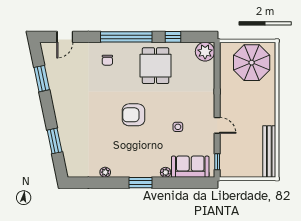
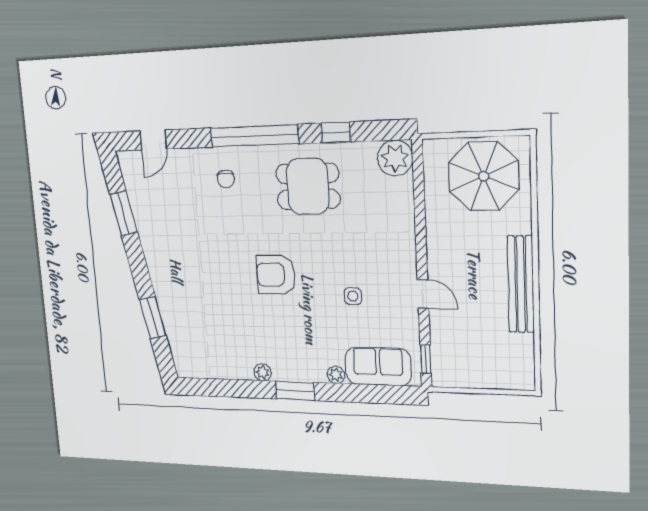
dining table: (156, 66) -> (308, 186), turned 90
bench: (269, 152) -> (521, 284), moved
plant: (105, 172) -> (263, 372), moved

